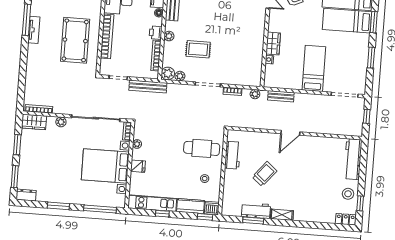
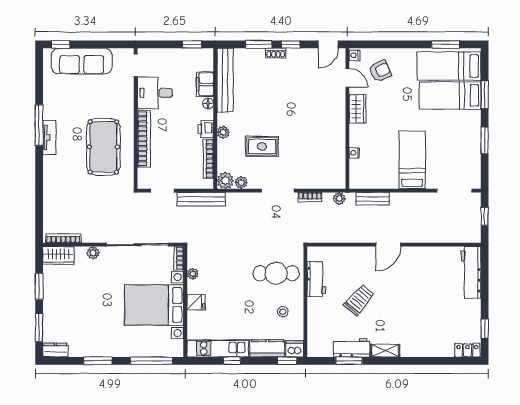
wardrobe: (273, 44) -> (358, 109), moved
stool: (348, 194) -> (468, 317), removed

